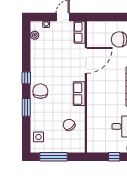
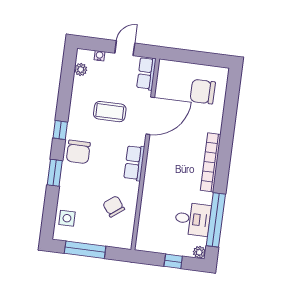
coffee table: (58, 61) -> (110, 112), added
chair: (40, 91) -> (78, 152), turned 180

